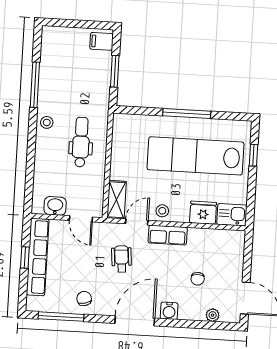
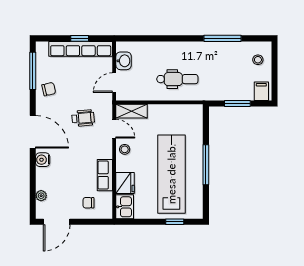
stool: (47, 122) -> (258, 60), moved
row of seats: (168, 235) -> (105, 175), moved
chair: (198, 279) -> (88, 203), moved

